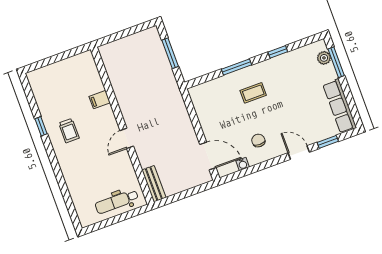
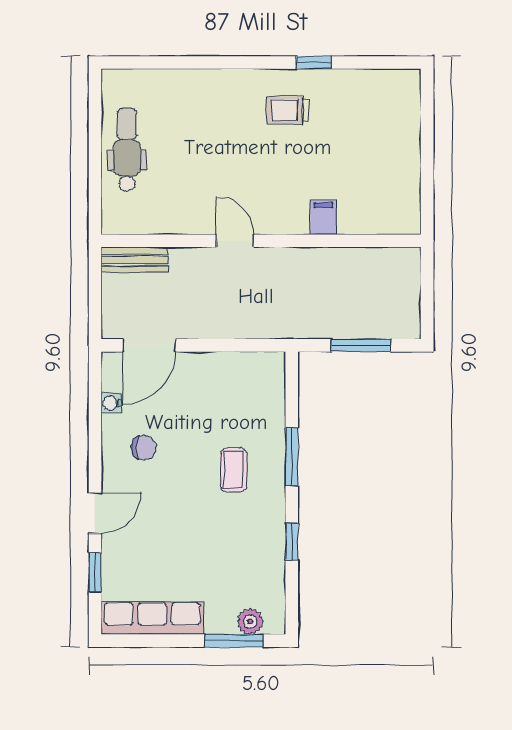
filing cabinet: (100, 100) -> (323, 217), moved
wall: (122, 126) -> (261, 241), moved
door: (127, 138) -> (235, 241), moved
bench: (154, 184) -> (135, 260), moved

